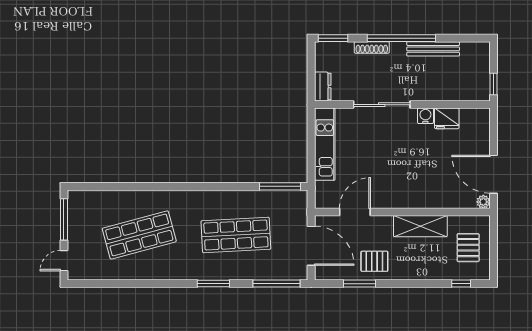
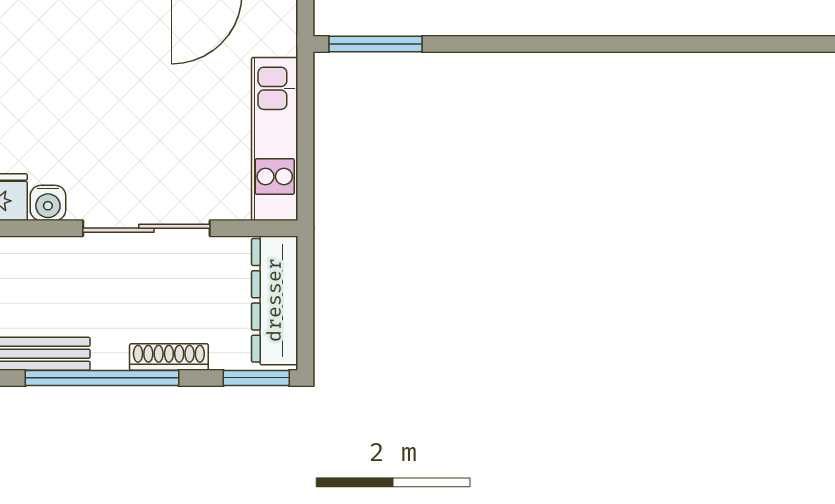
dresser: (323, 87) -> (275, 300), width x1.96, depth x1.24

